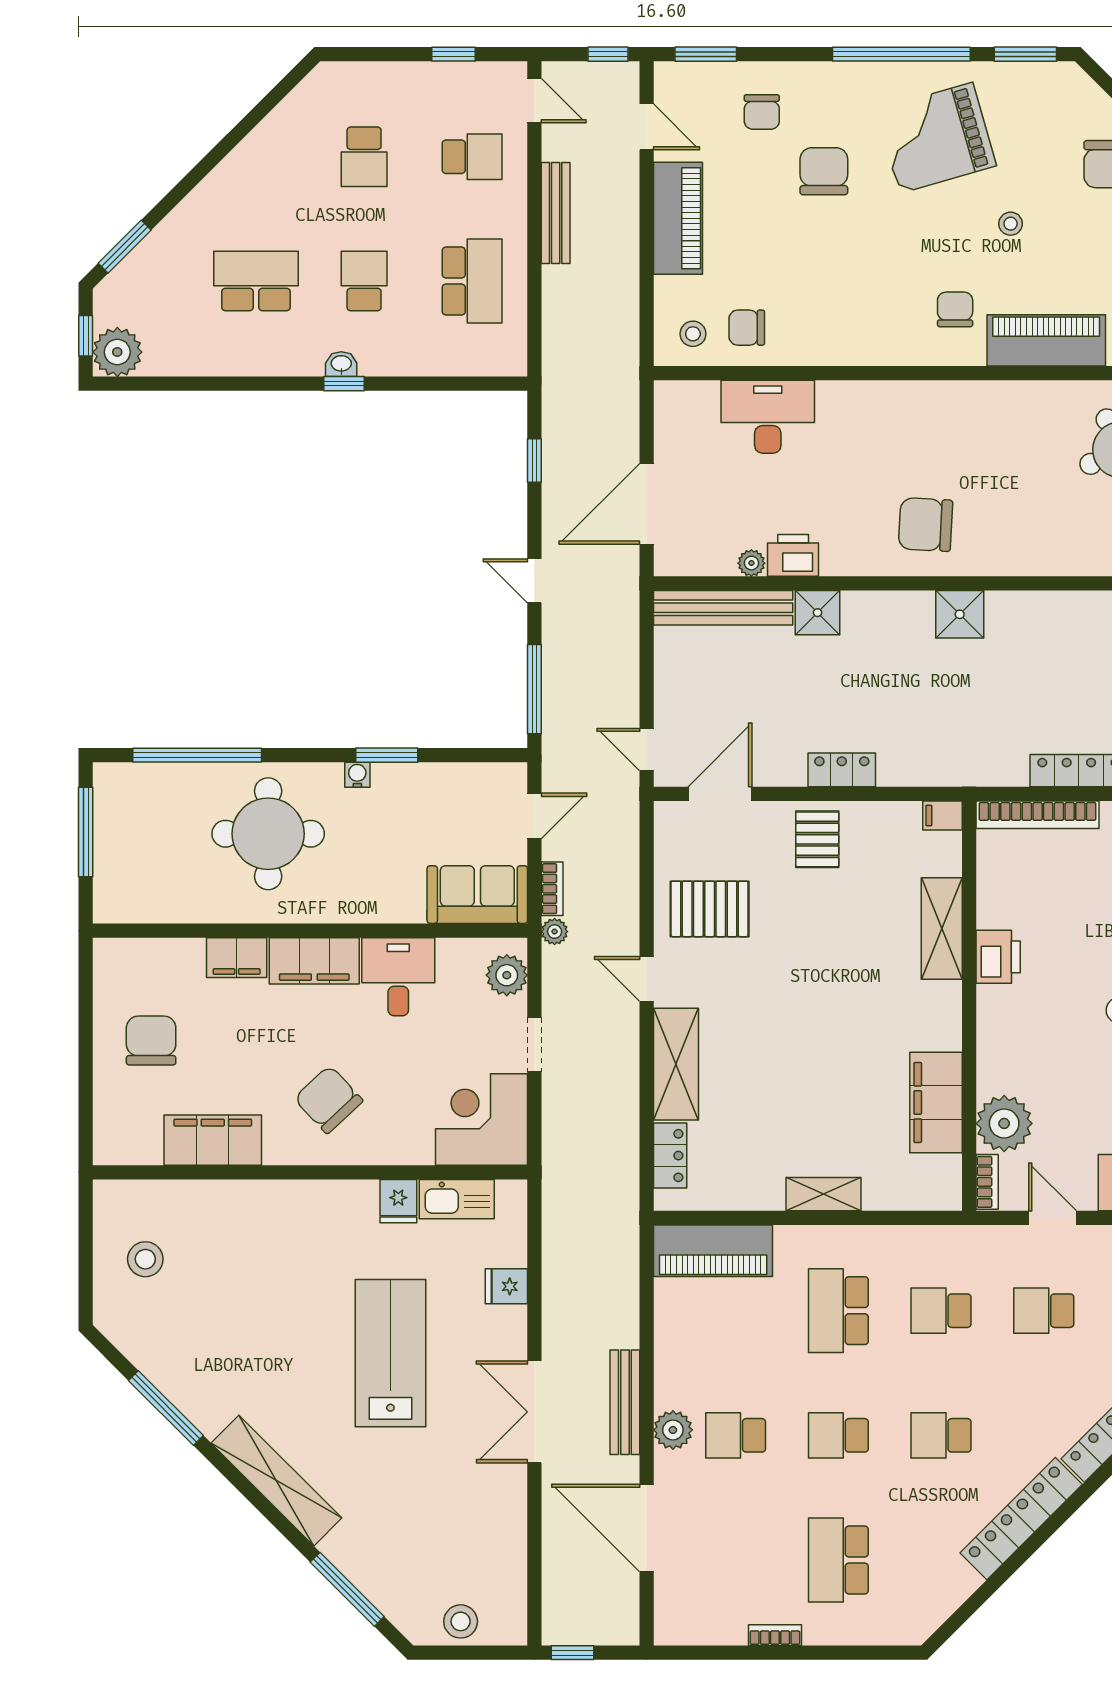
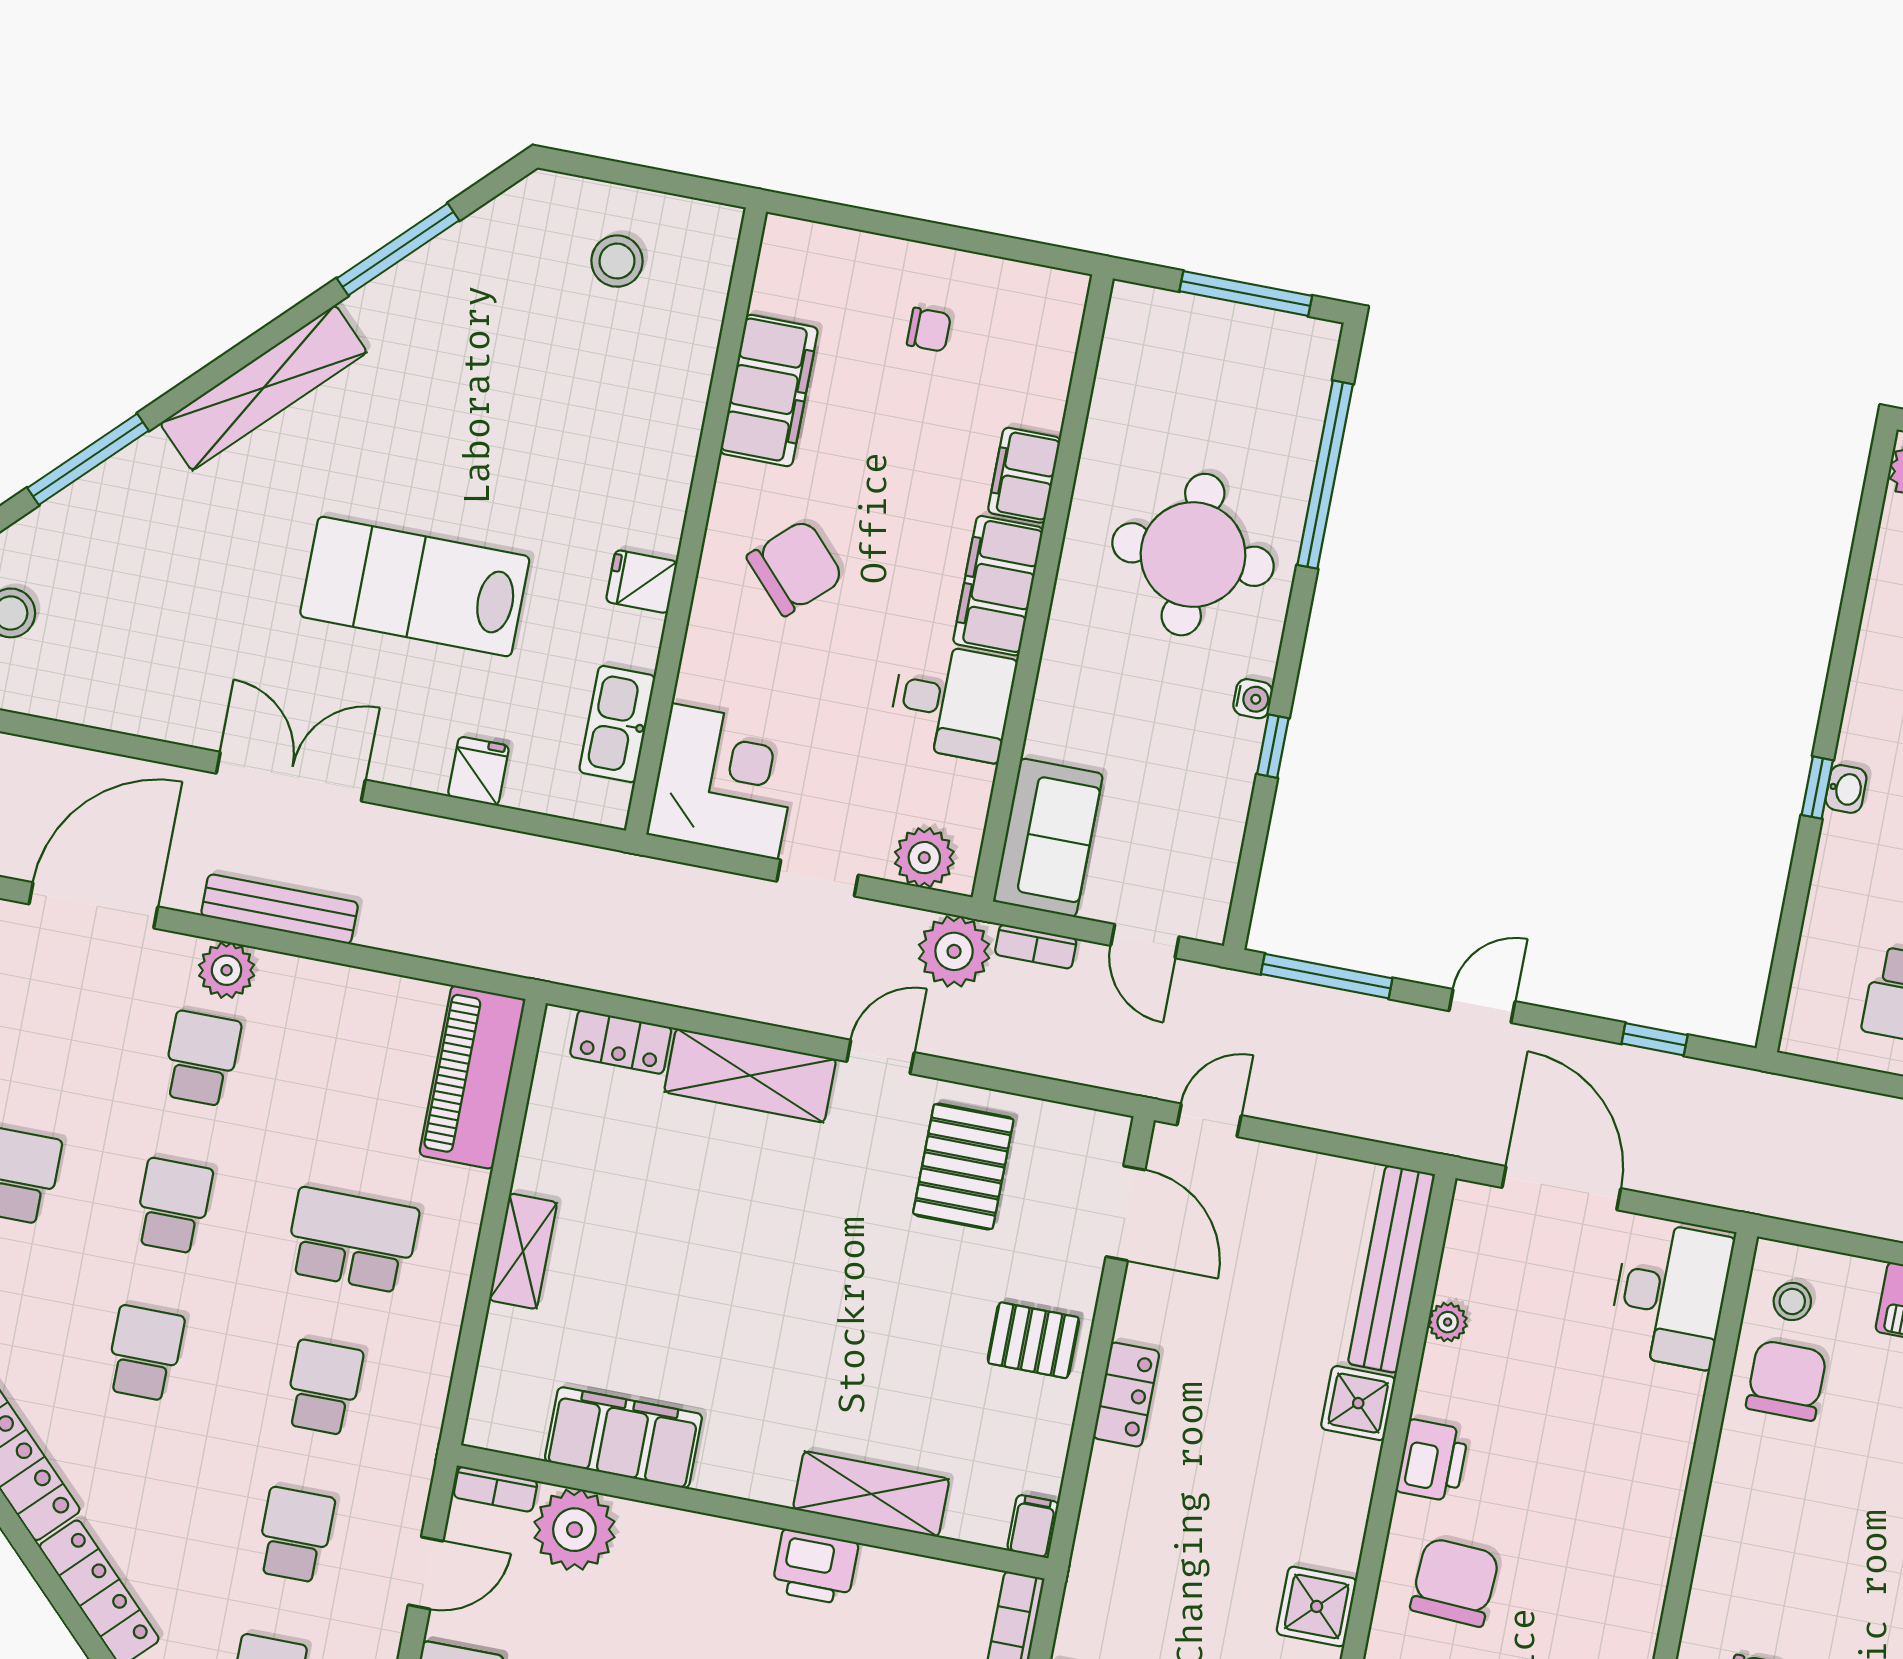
chair: (747, 328) -> (1786, 1380), width x1.37, depth x1.37
desk: (768, 417) -> (1670, 1295), moved
printer: (793, 555) -> (1432, 1461), moved
window: (387, 755) -> (1273, 746), width x0.67
plant: (555, 932) -> (954, 951), width x1.88, depth x1.88
chair: (151, 1040) -> (929, 330), width x0.54, depth x0.54
fridge: (398, 1201) -> (642, 582), moved
lab bench: (390, 1353) -> (415, 587), turned 180

